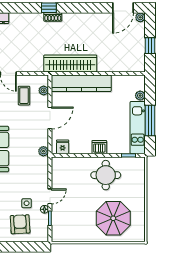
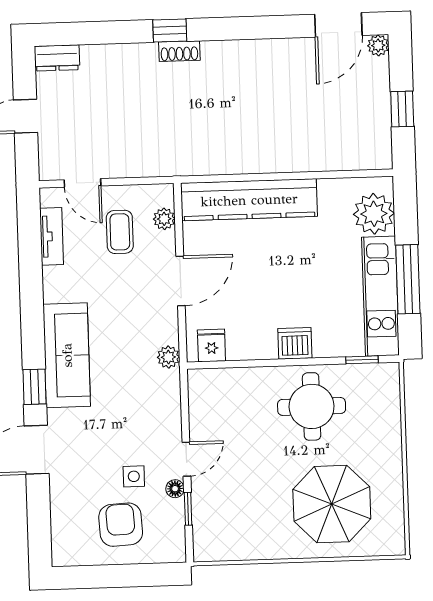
wardrobe: (70, 63) -> (223, 155), removed
plant: (140, 96) -> (374, 214), width x1.88, depth x1.88

